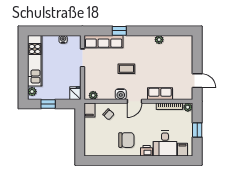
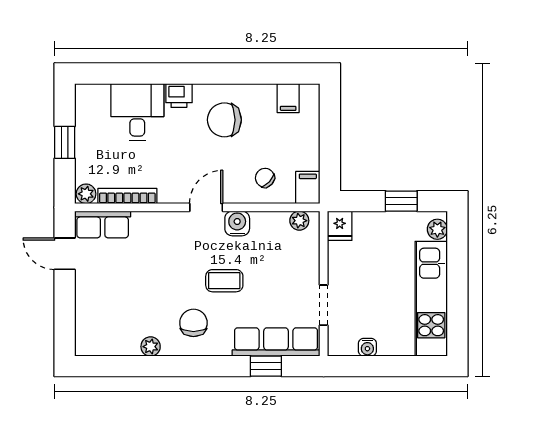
window: (119, 31) -> (266, 366), moved
chair: (140, 50) -> (193, 323), added
row of seats: (160, 94) -> (103, 224), moved
filing cabinet: (182, 150) -> (288, 98), moved

